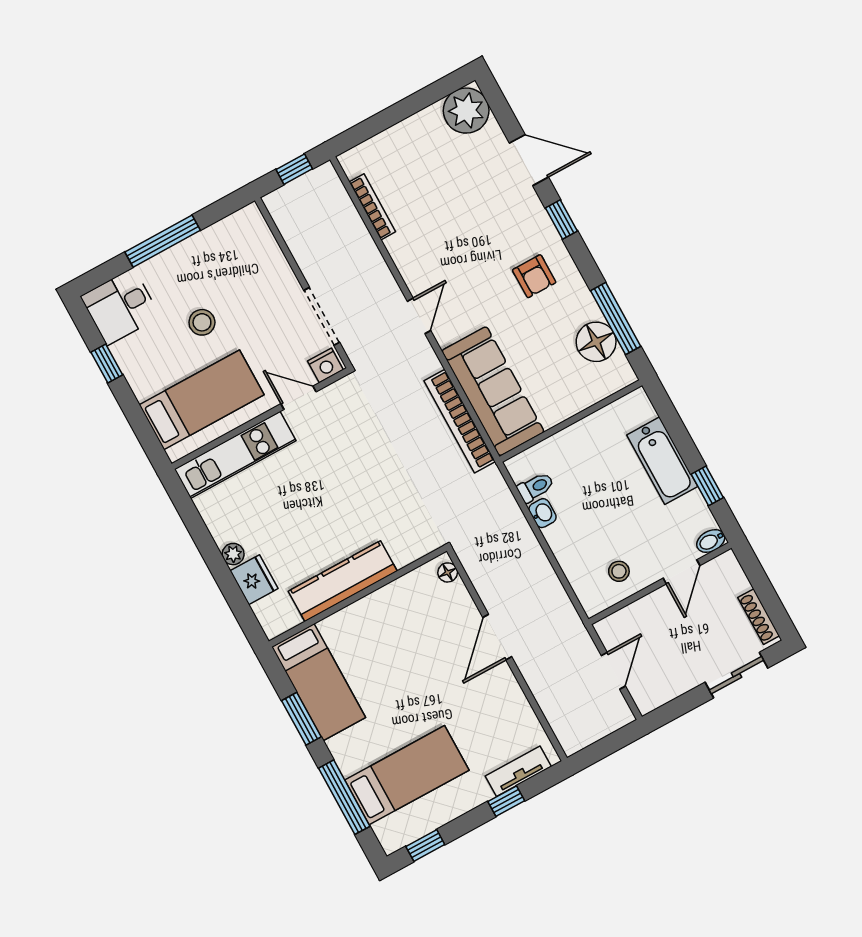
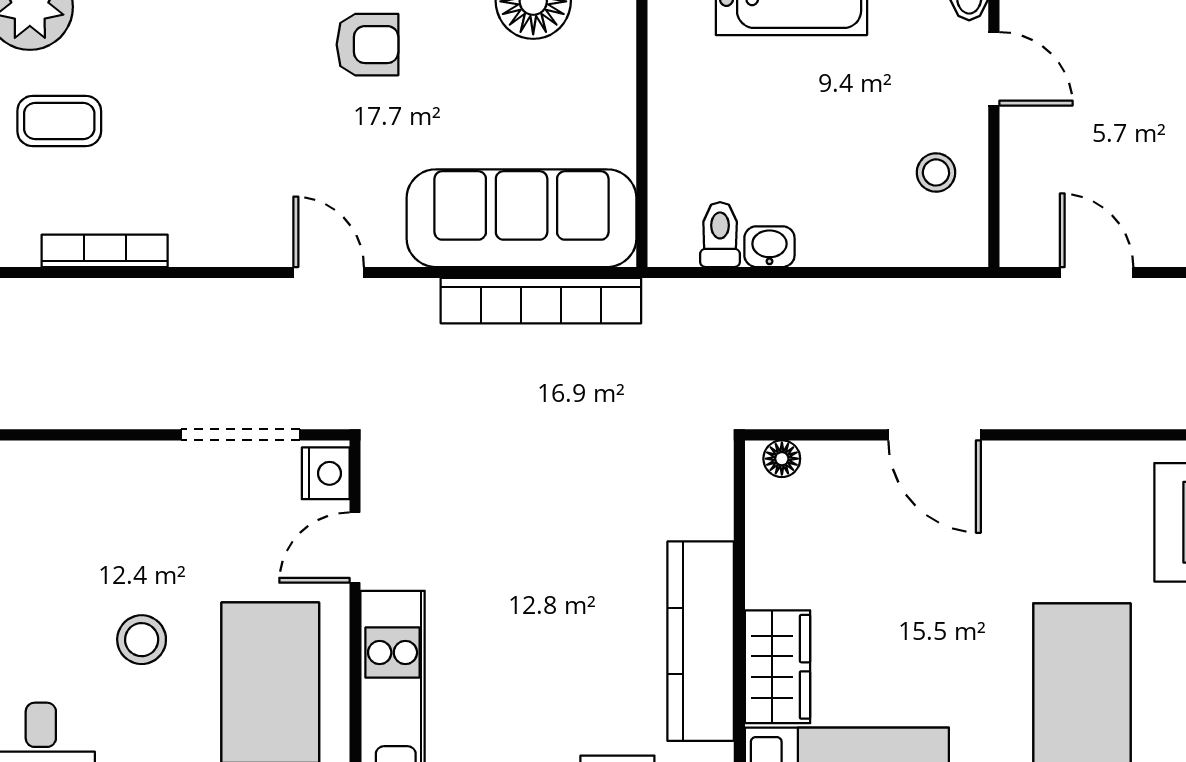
coffee table: (421, 153) -> (59, 121), added
wardrobe: (350, 623) -> (778, 667), added

